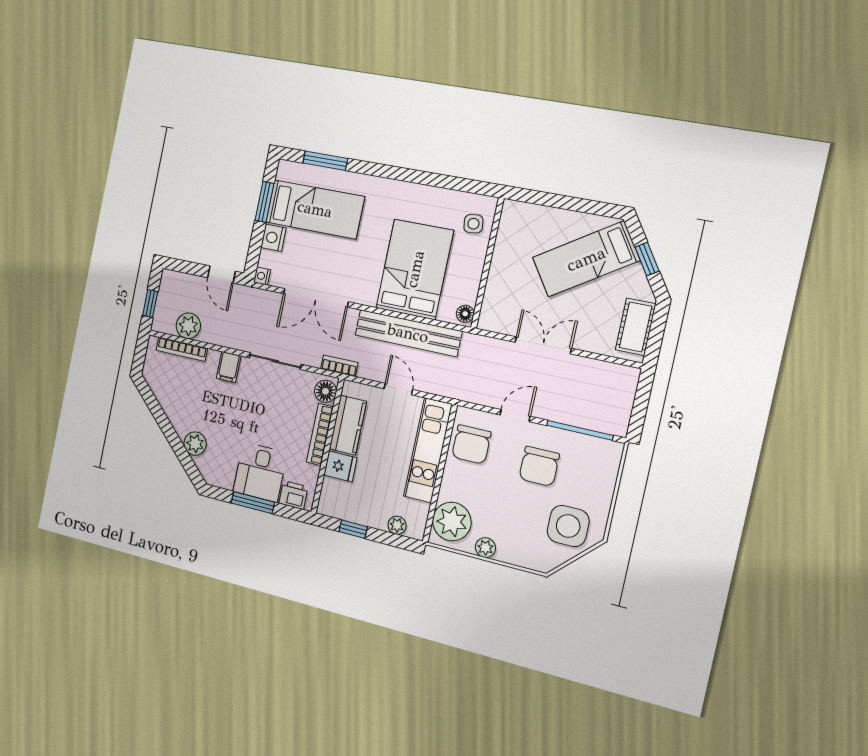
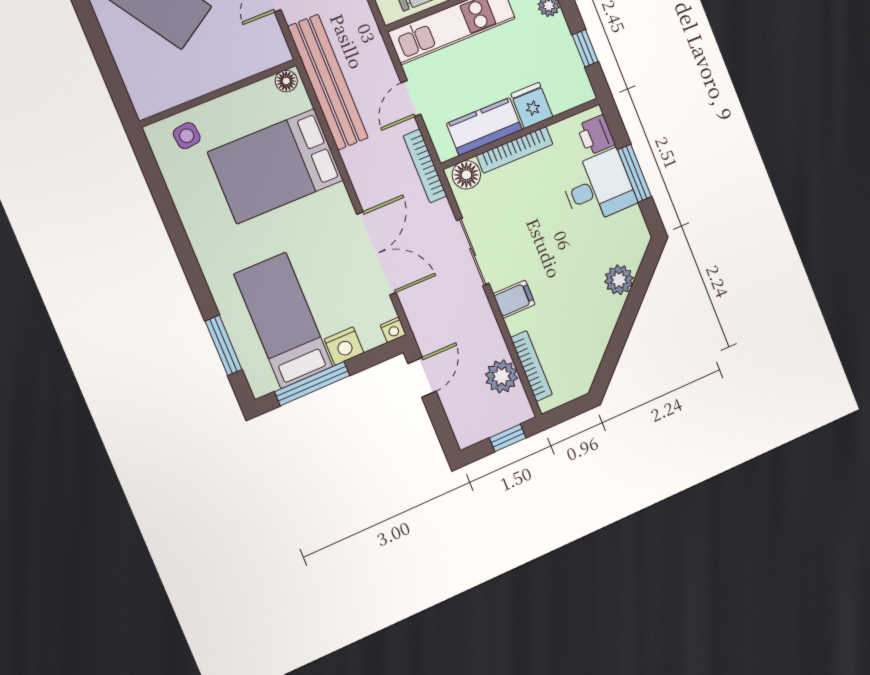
window: (264, 202) -> (312, 384), width x1.44
bench: (408, 333) -> (328, 82), moved
bookcase: (339, 366) -> (425, 166), width x1.56

